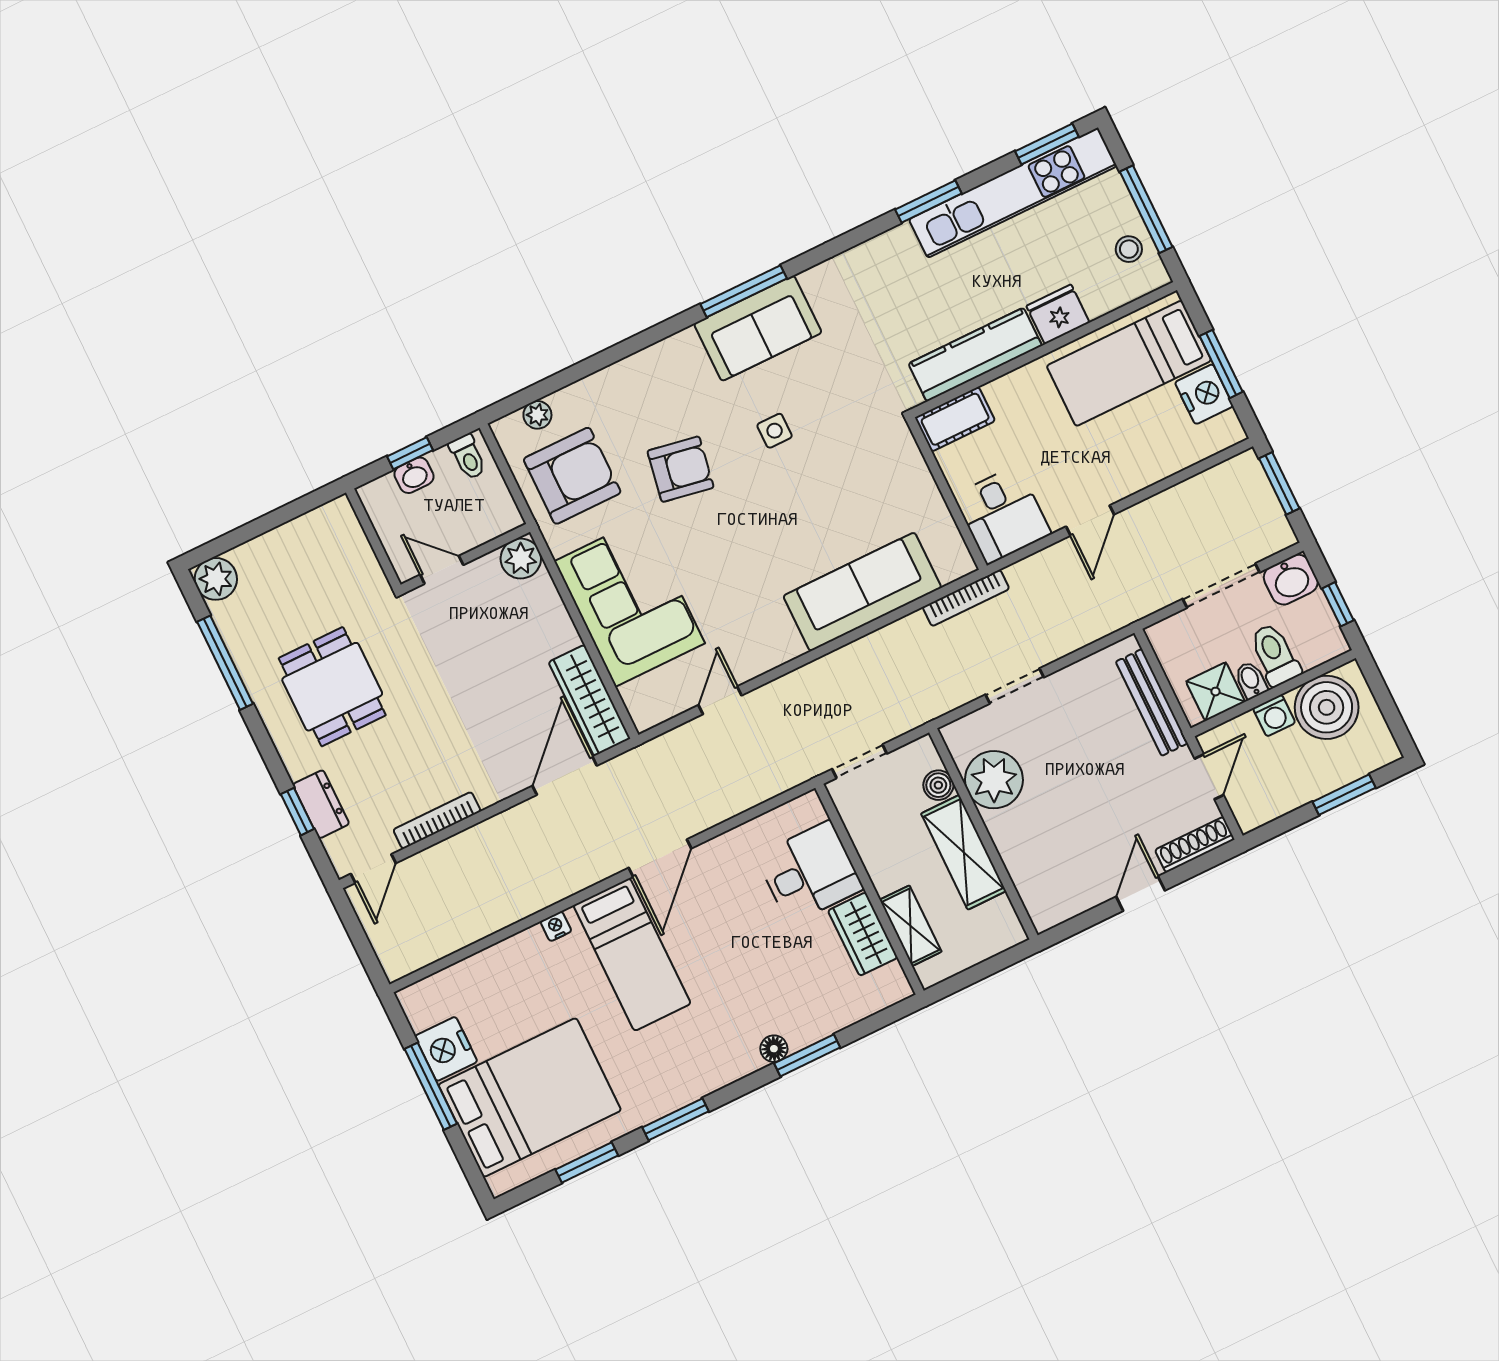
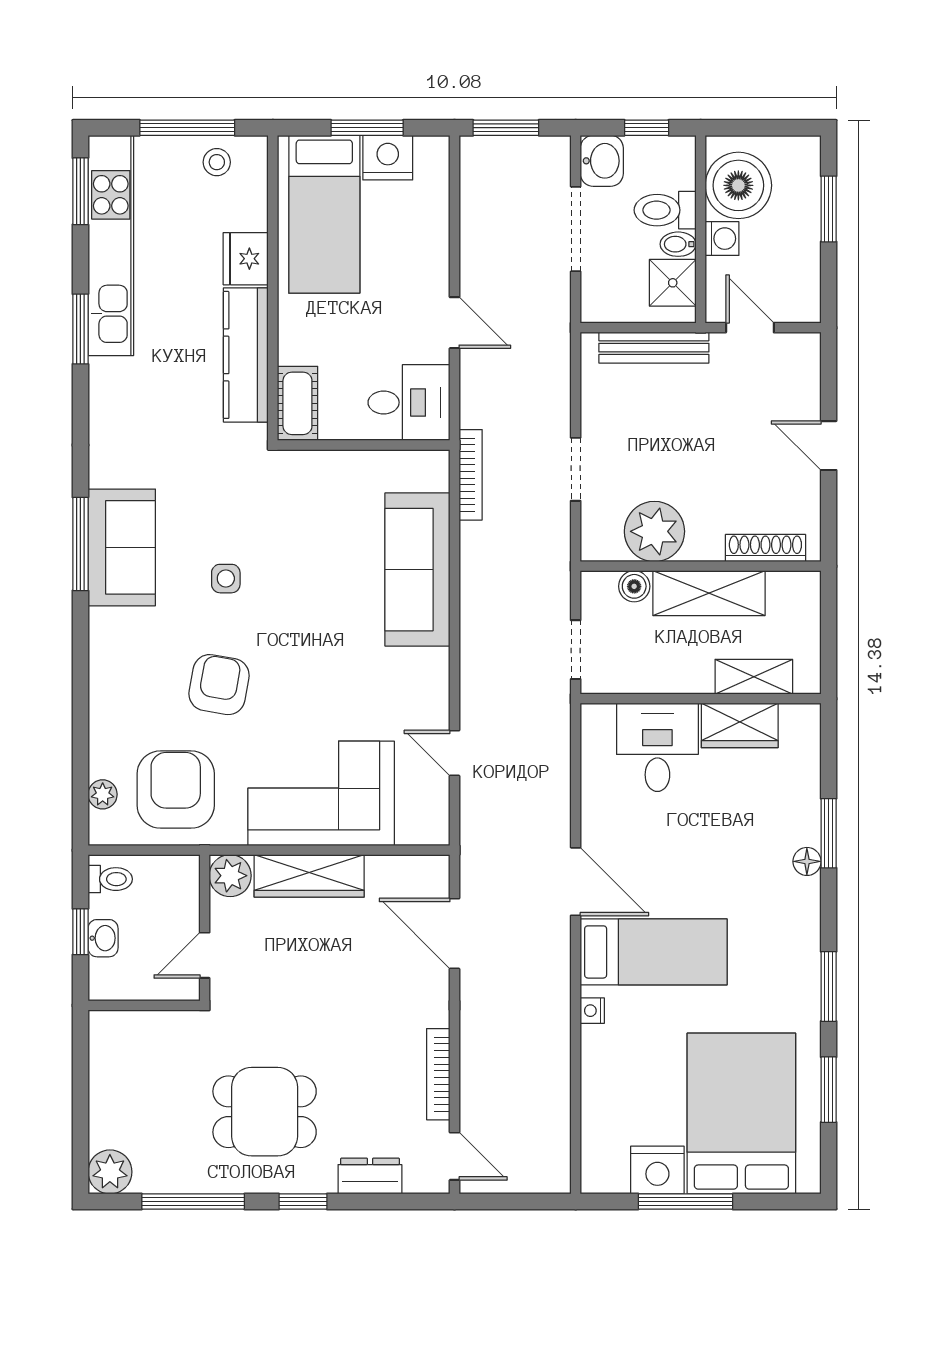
wardrobe: (589, 700) -> (309, 876), moved
window: (297, 812) -> (303, 1202), moved
shoe rack: (1195, 845) -> (765, 548), moved, turned 90

